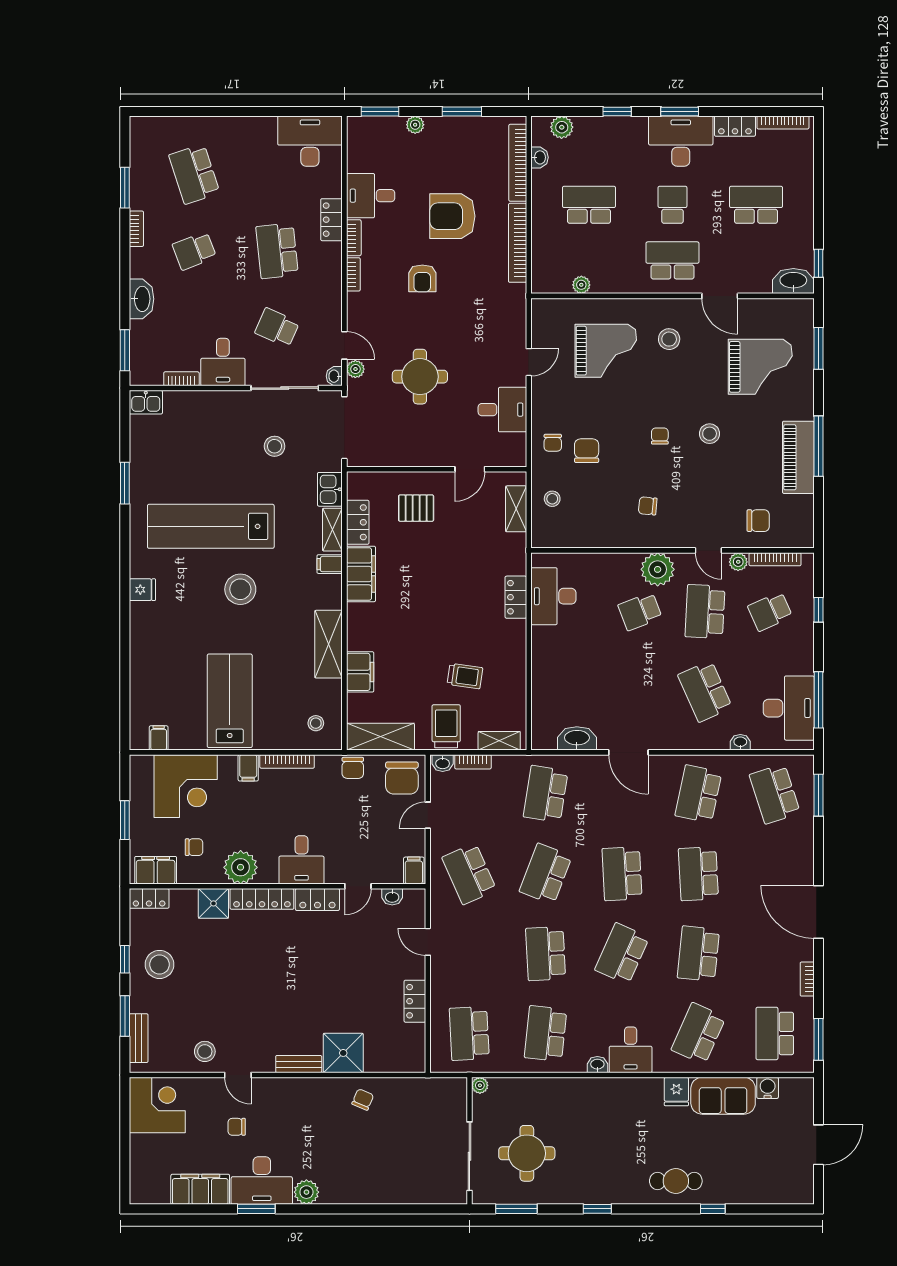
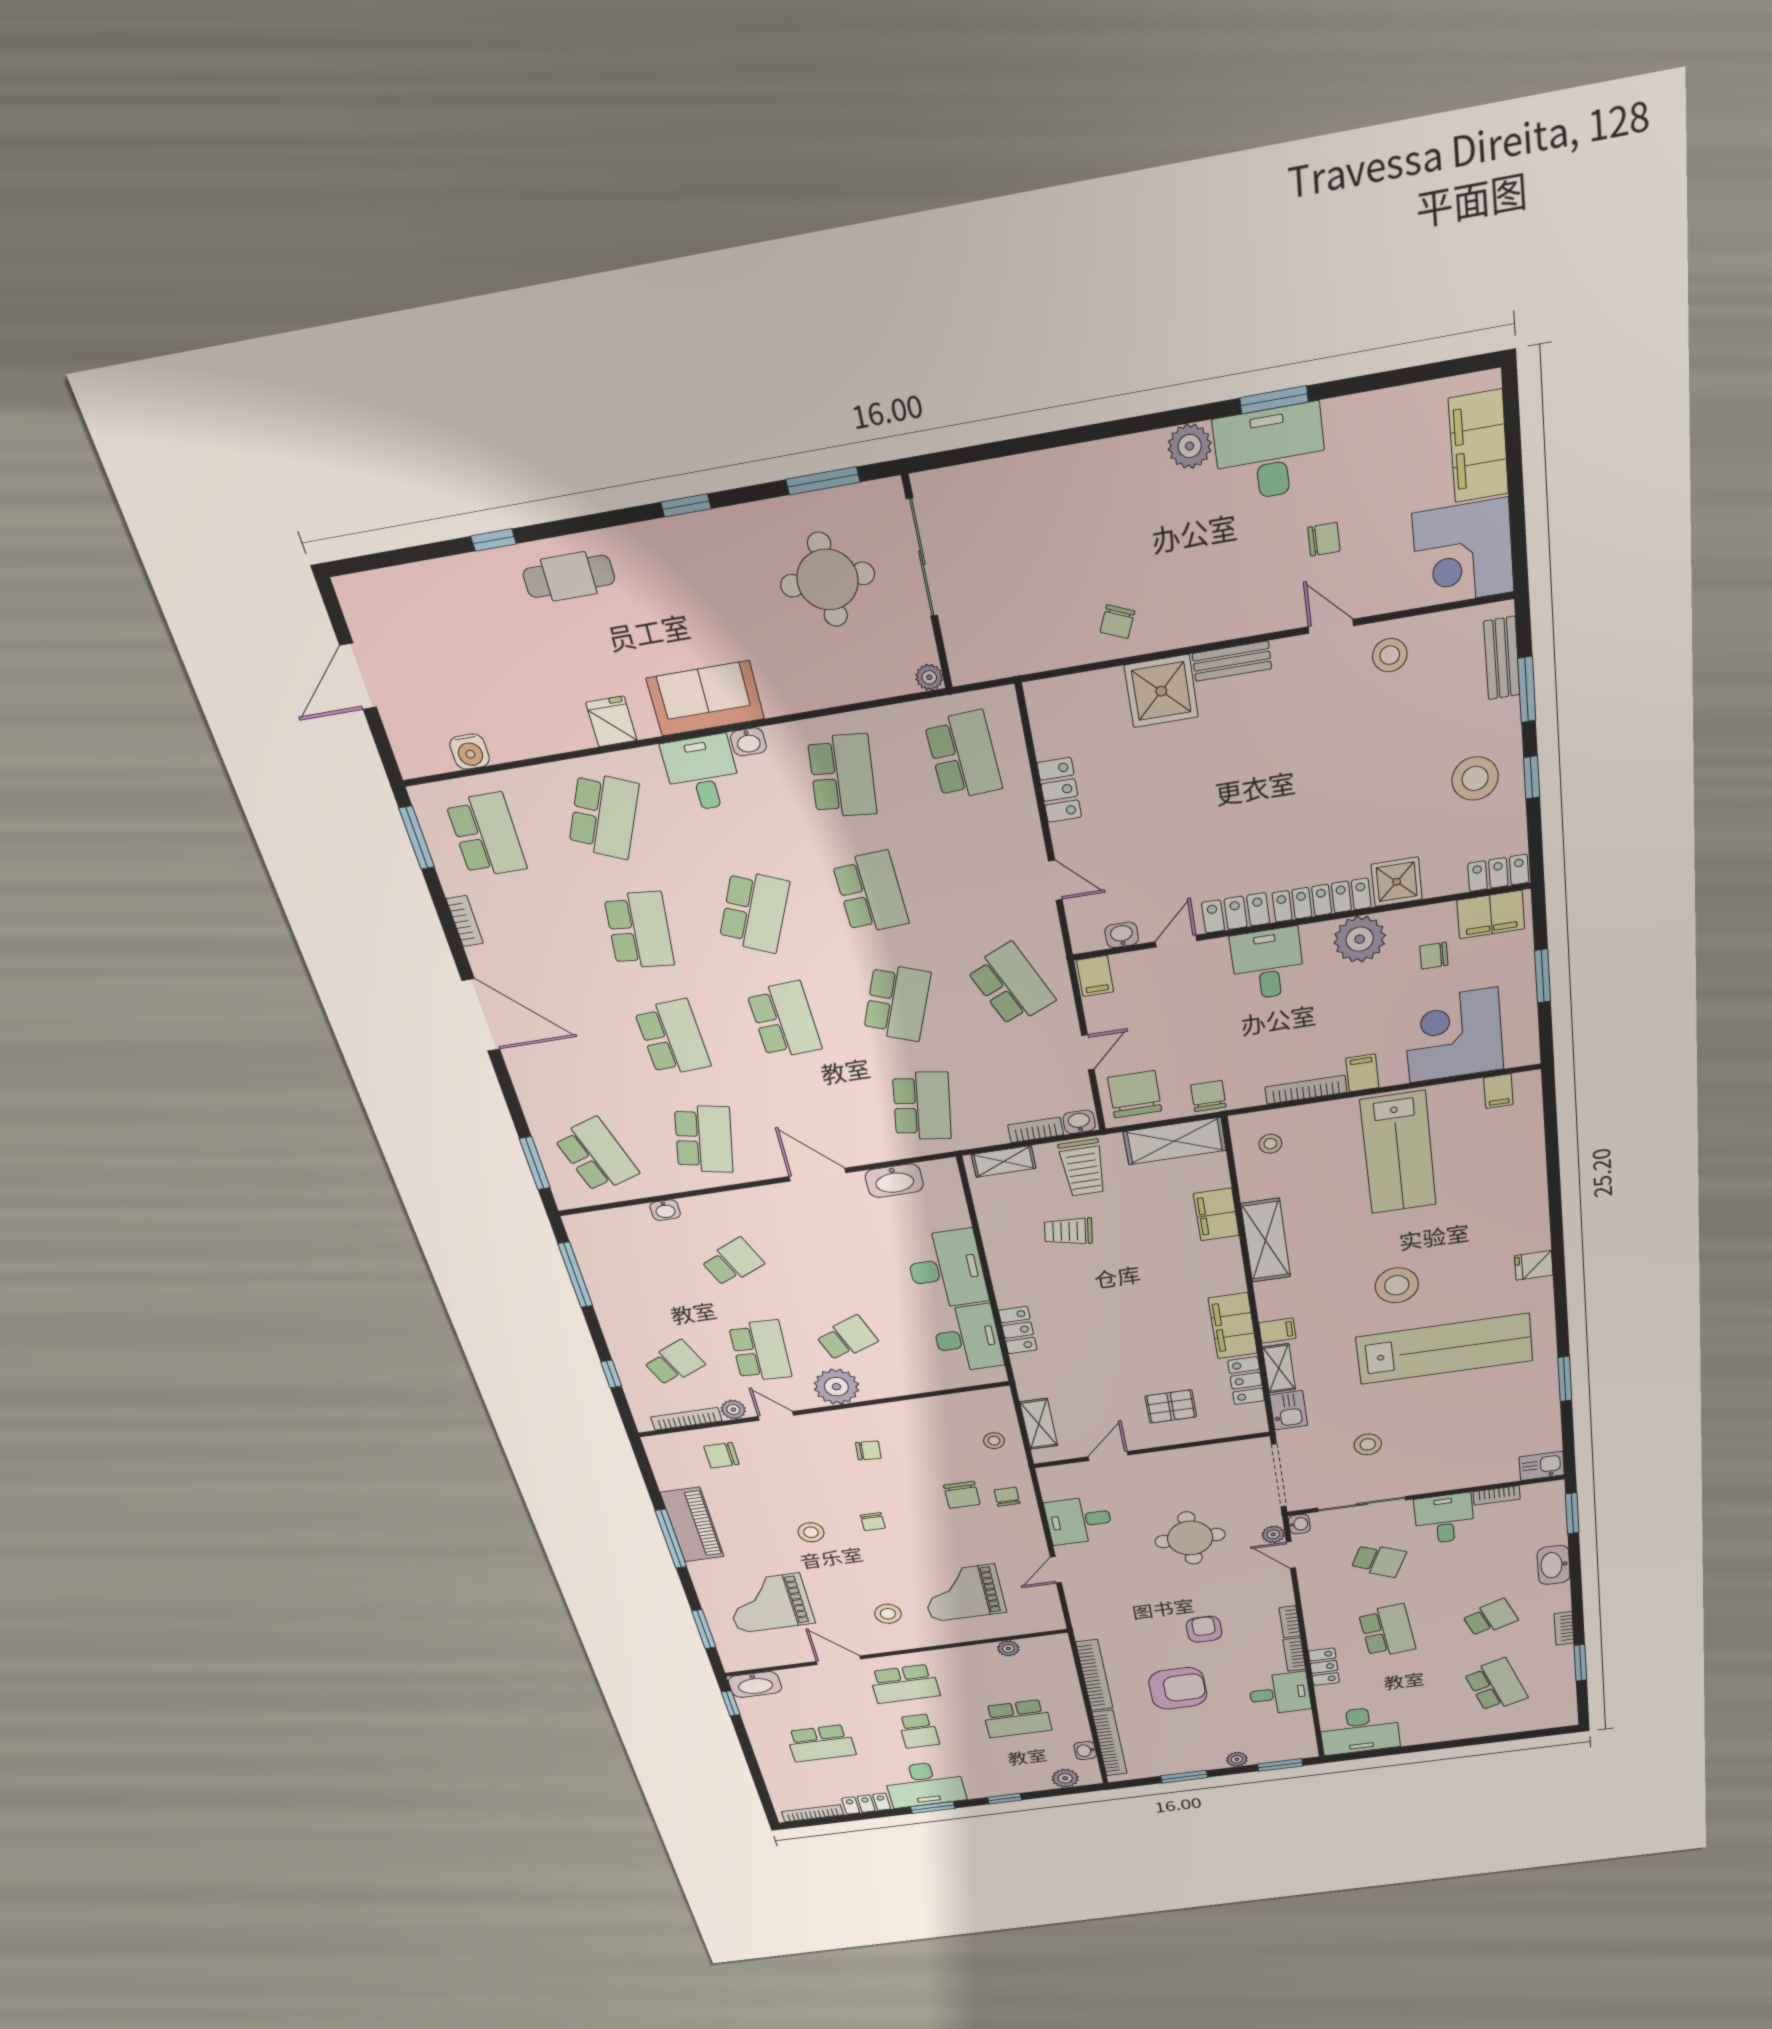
school desk: (705, 691) -> (733, 1262), width x0.54
desk: (789, 708) -> (946, 1269), moved, turned 180
sofa: (723, 1096) -> (705, 698), moved
filing cabinet: (200, 1189) -> (1478, 446), moved, turned 90

